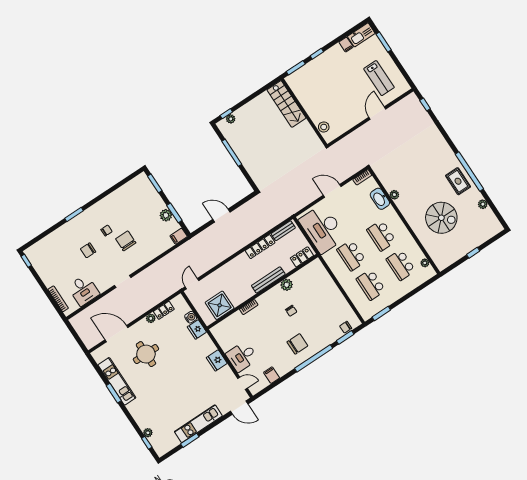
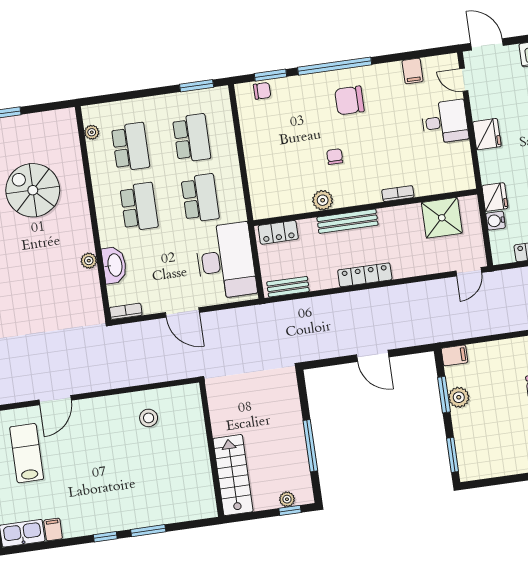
stairs: (286, 104) -> (233, 475), moved
wall: (304, 112) -> (211, 449), moved
locker: (260, 247) -> (365, 275), moved

